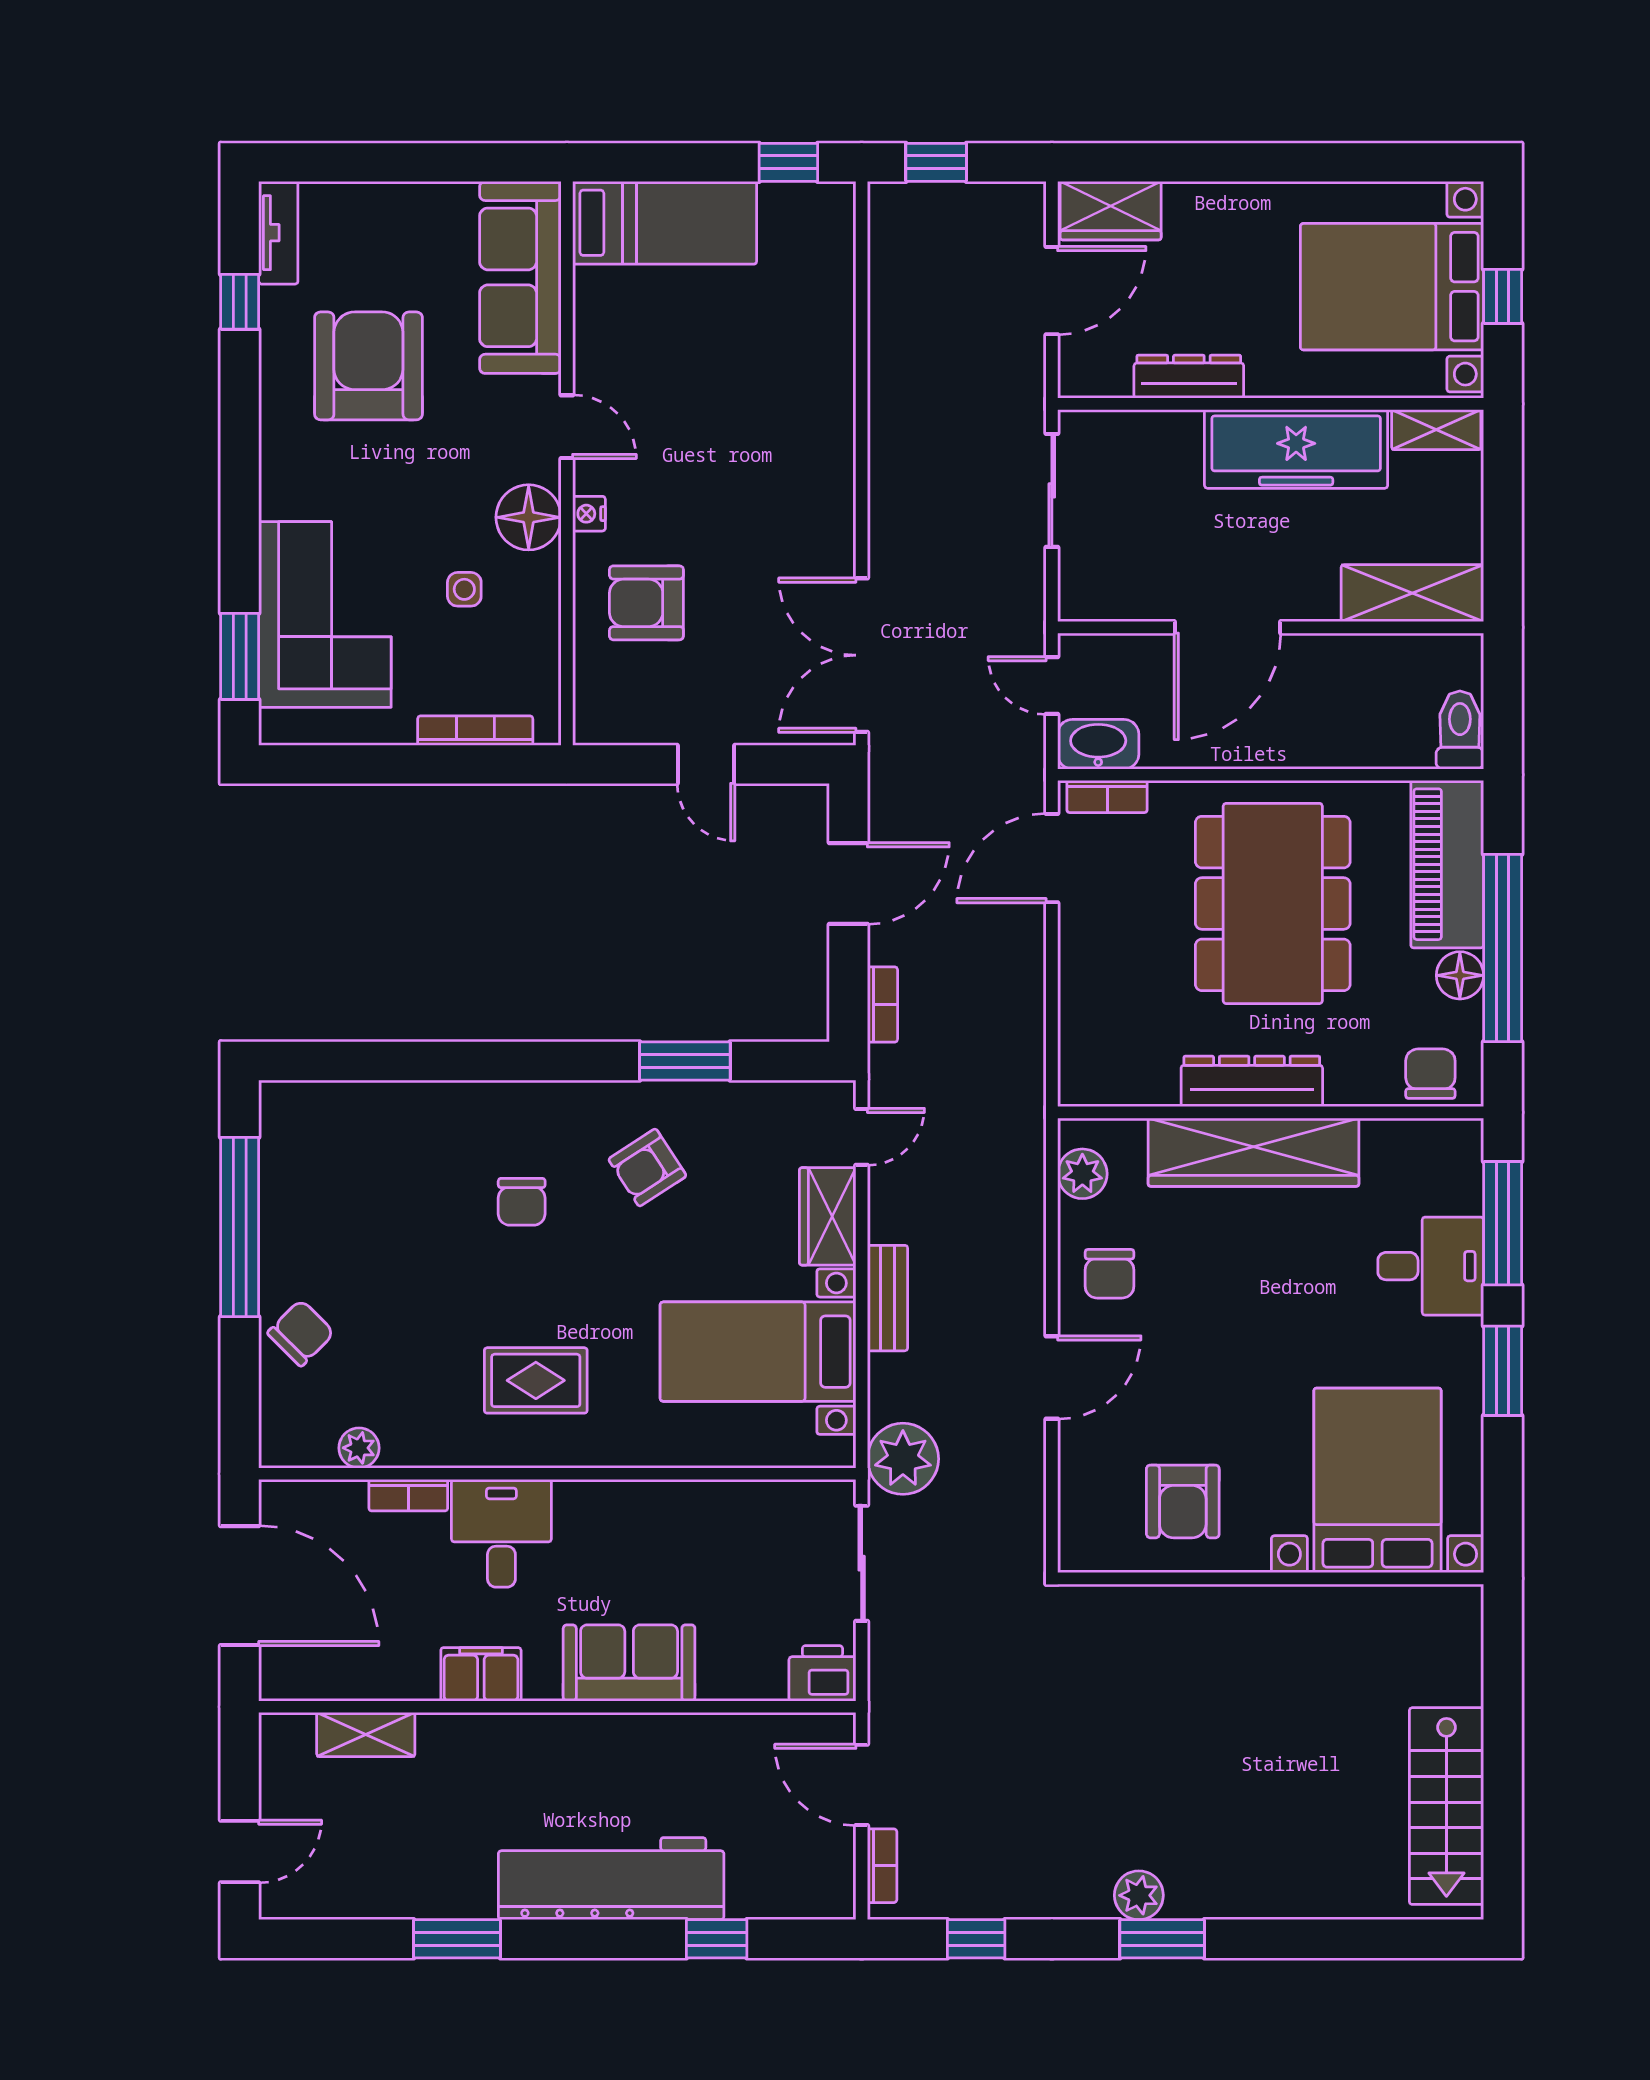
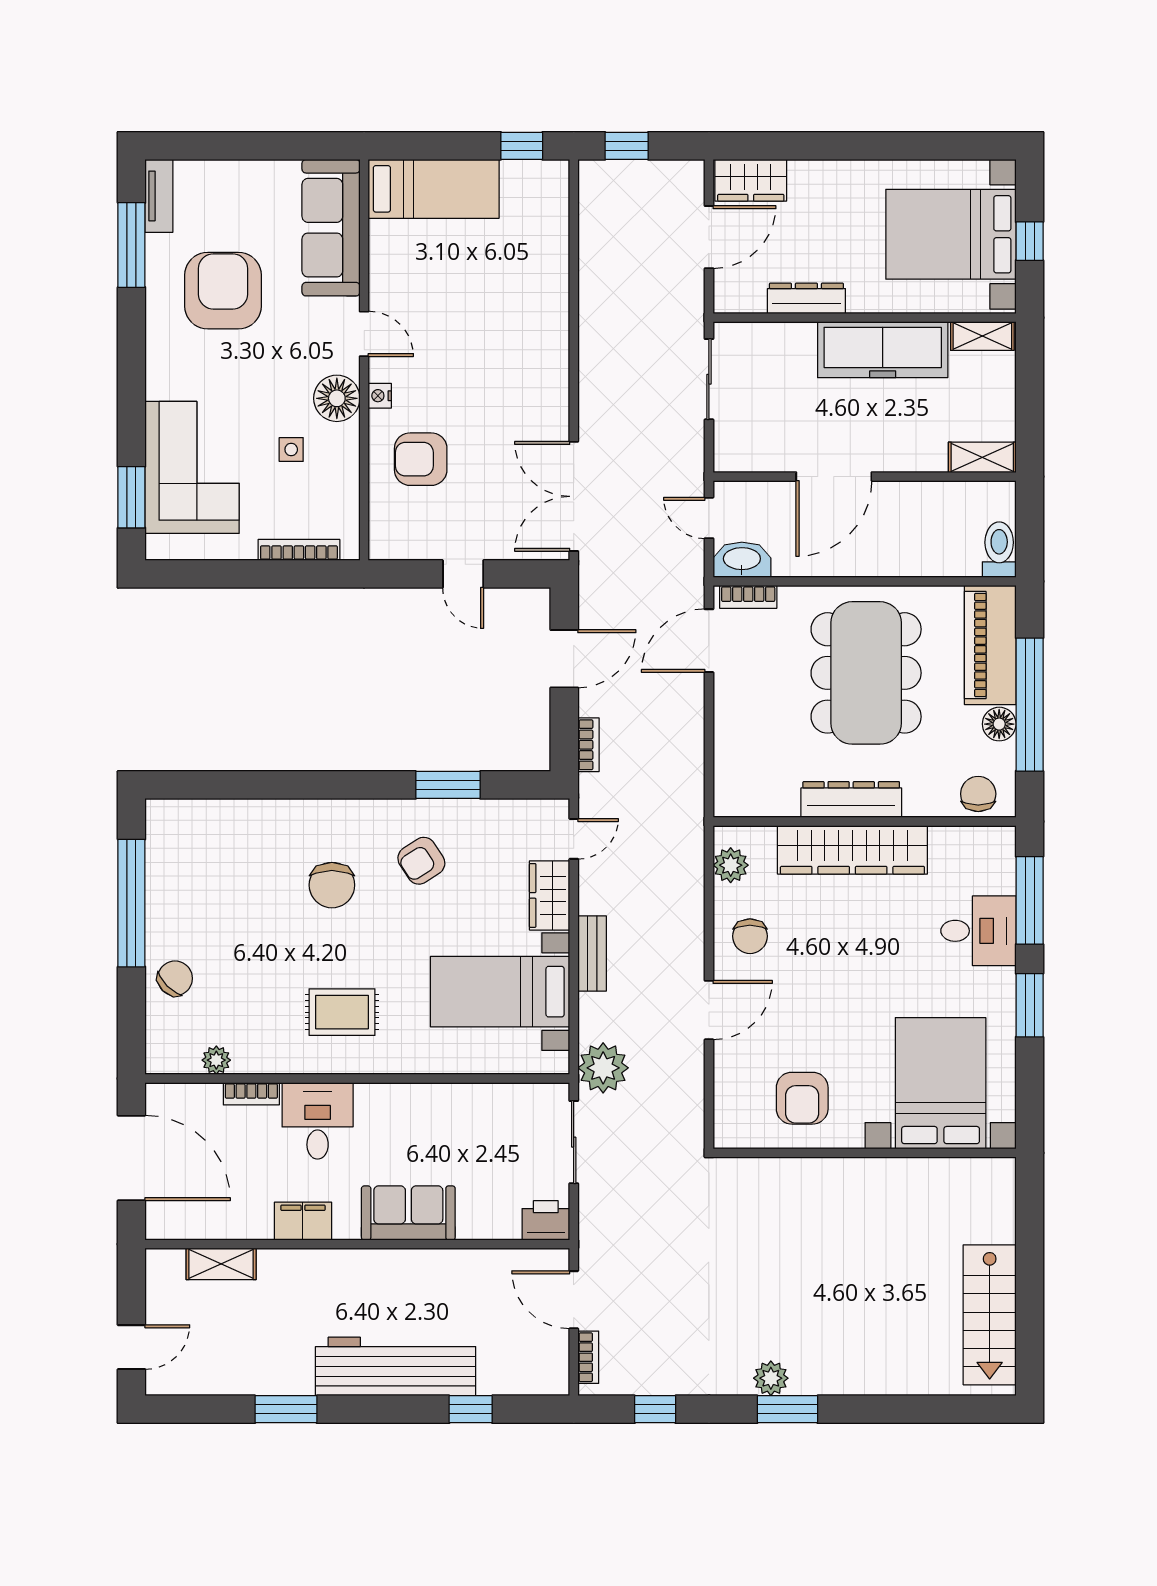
window: (240, 302) -> (131, 245), width x2.17
shelving: (1412, 593) -> (982, 457), width x0.67, depth x0.75
chair: (522, 1202) -> (332, 885), width x1.37, depth x1.37

